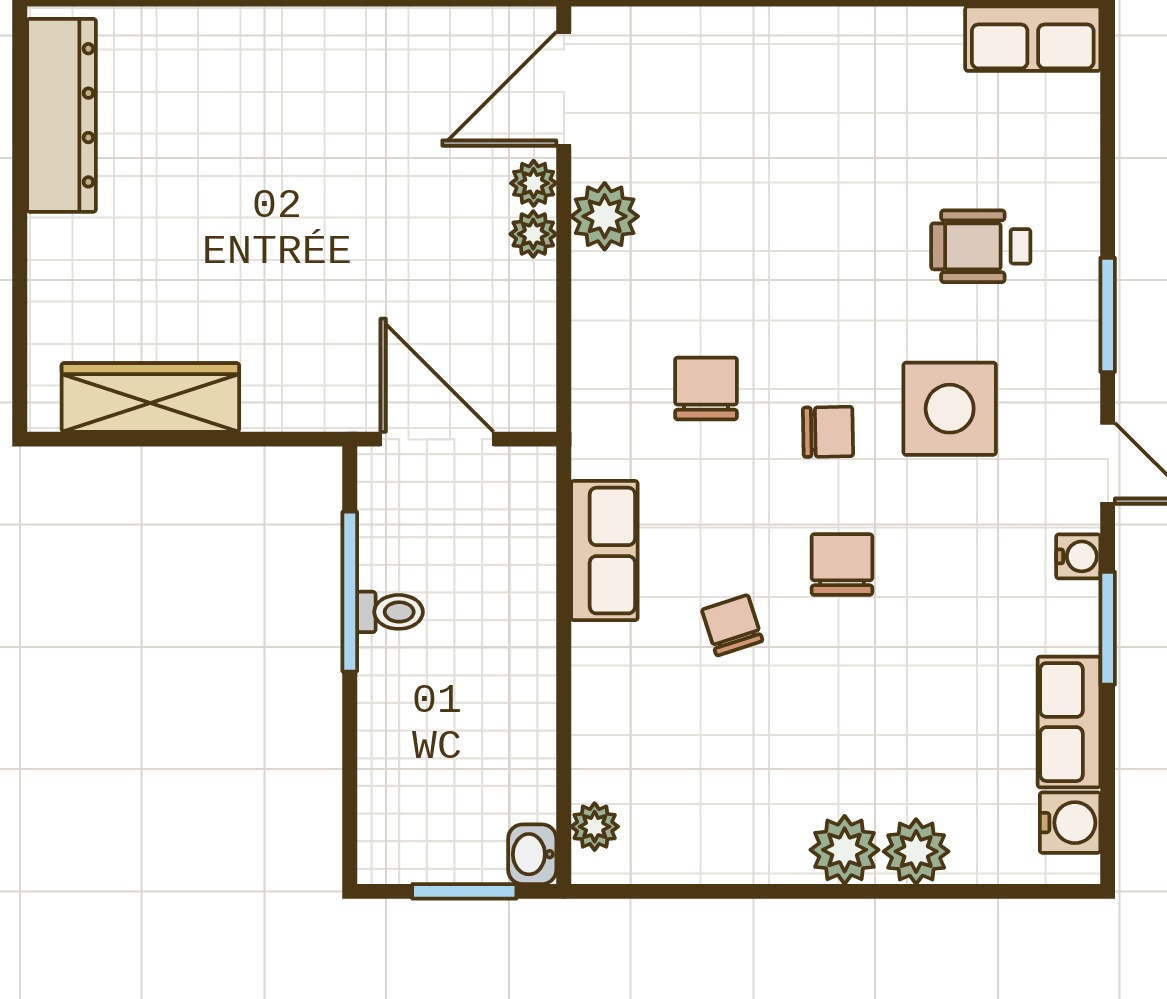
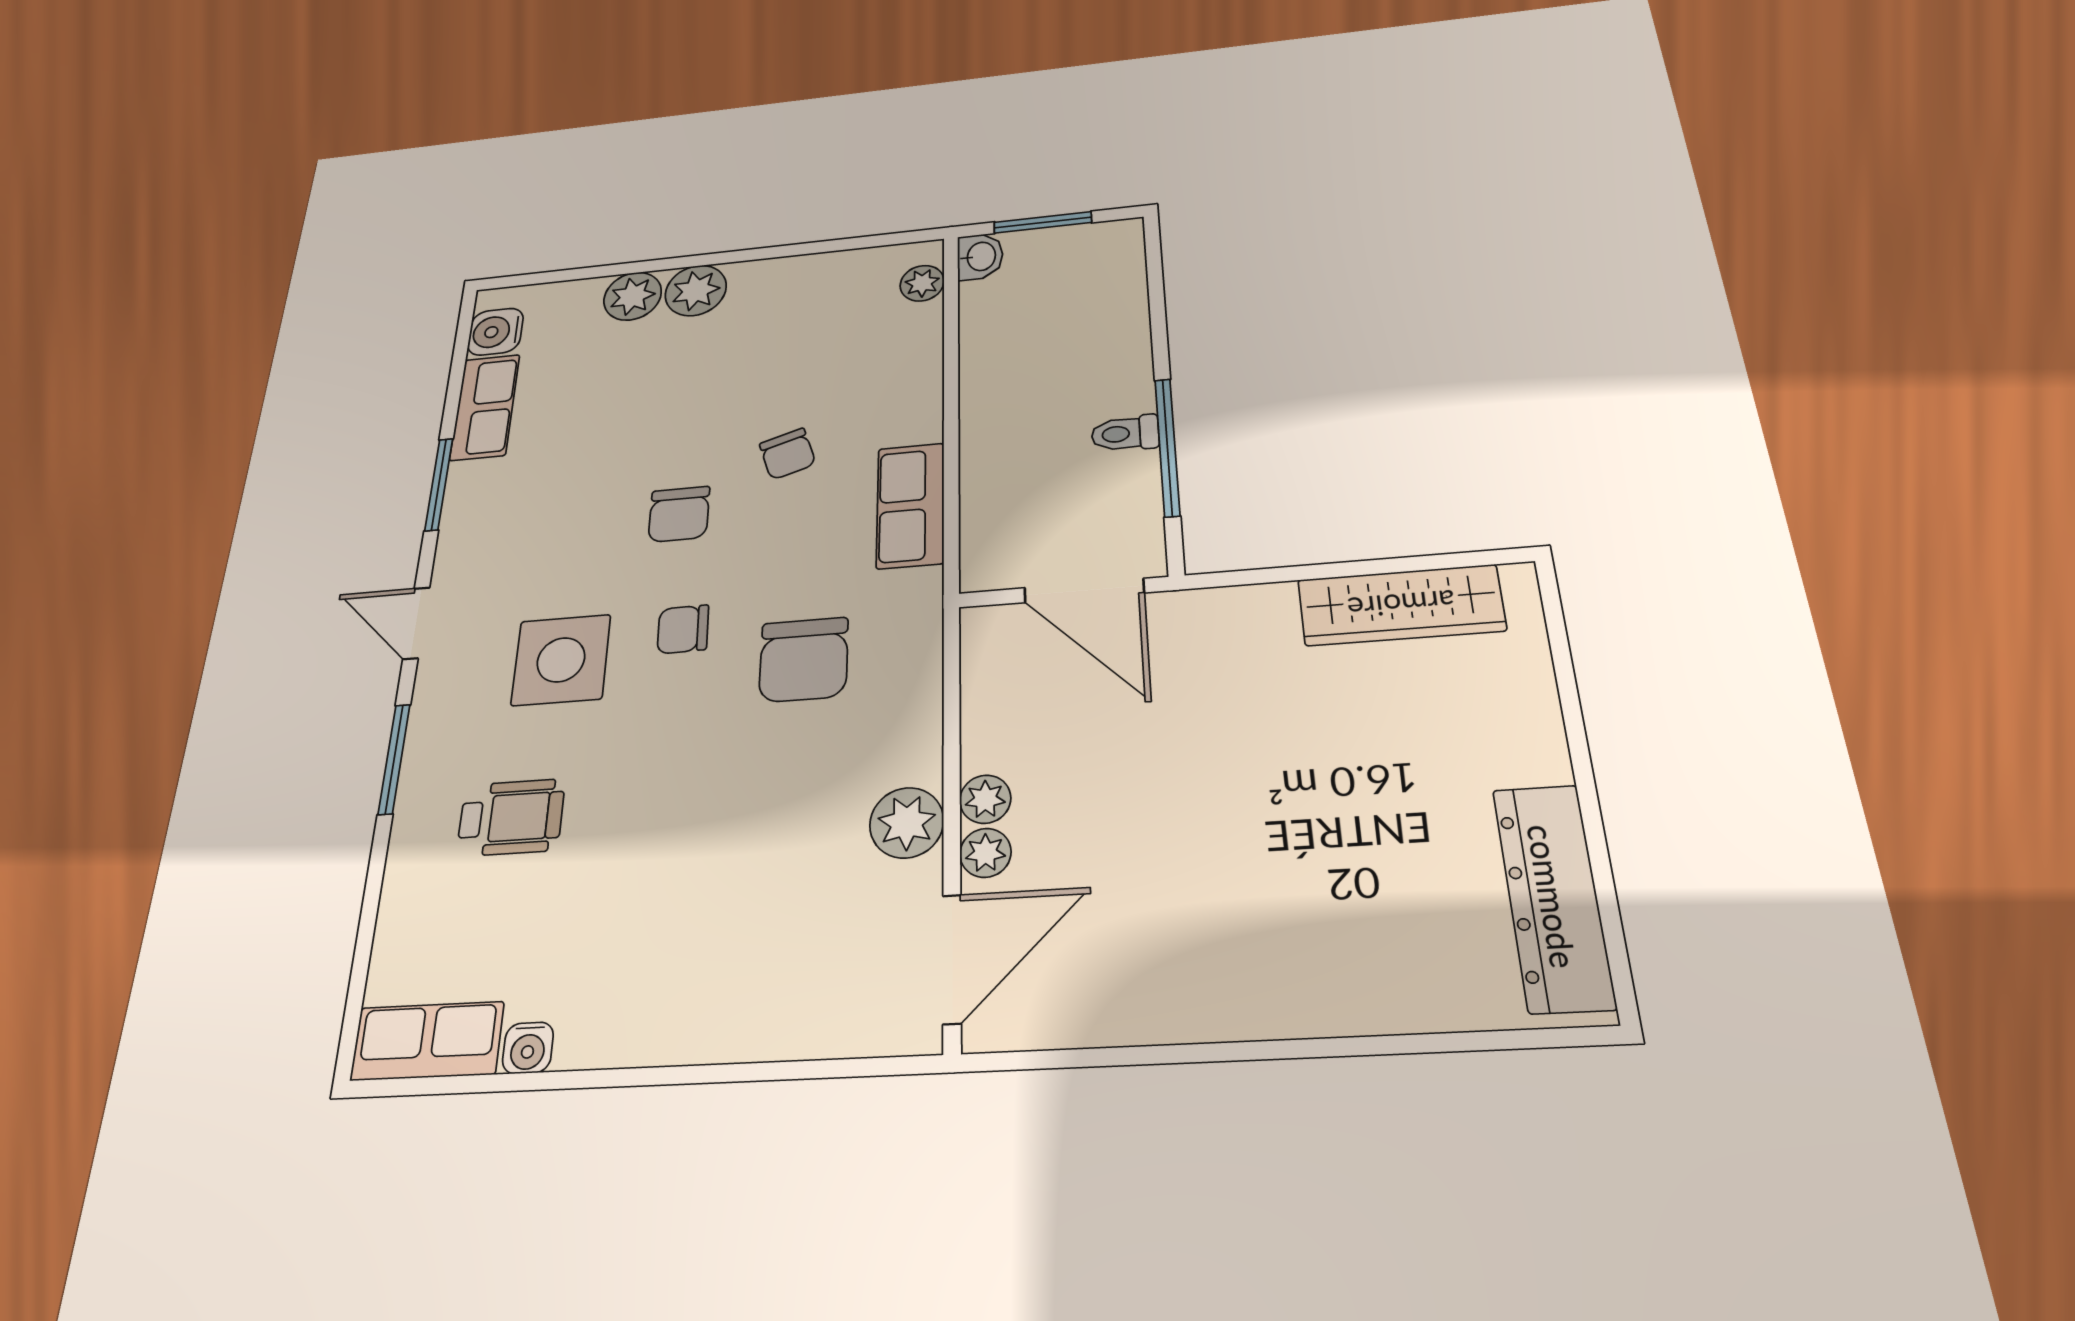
chair: (706, 388) -> (804, 660), width x1.37, depth x1.37
water cooler: (1078, 556) -> (528, 1048), moved, turned -90

